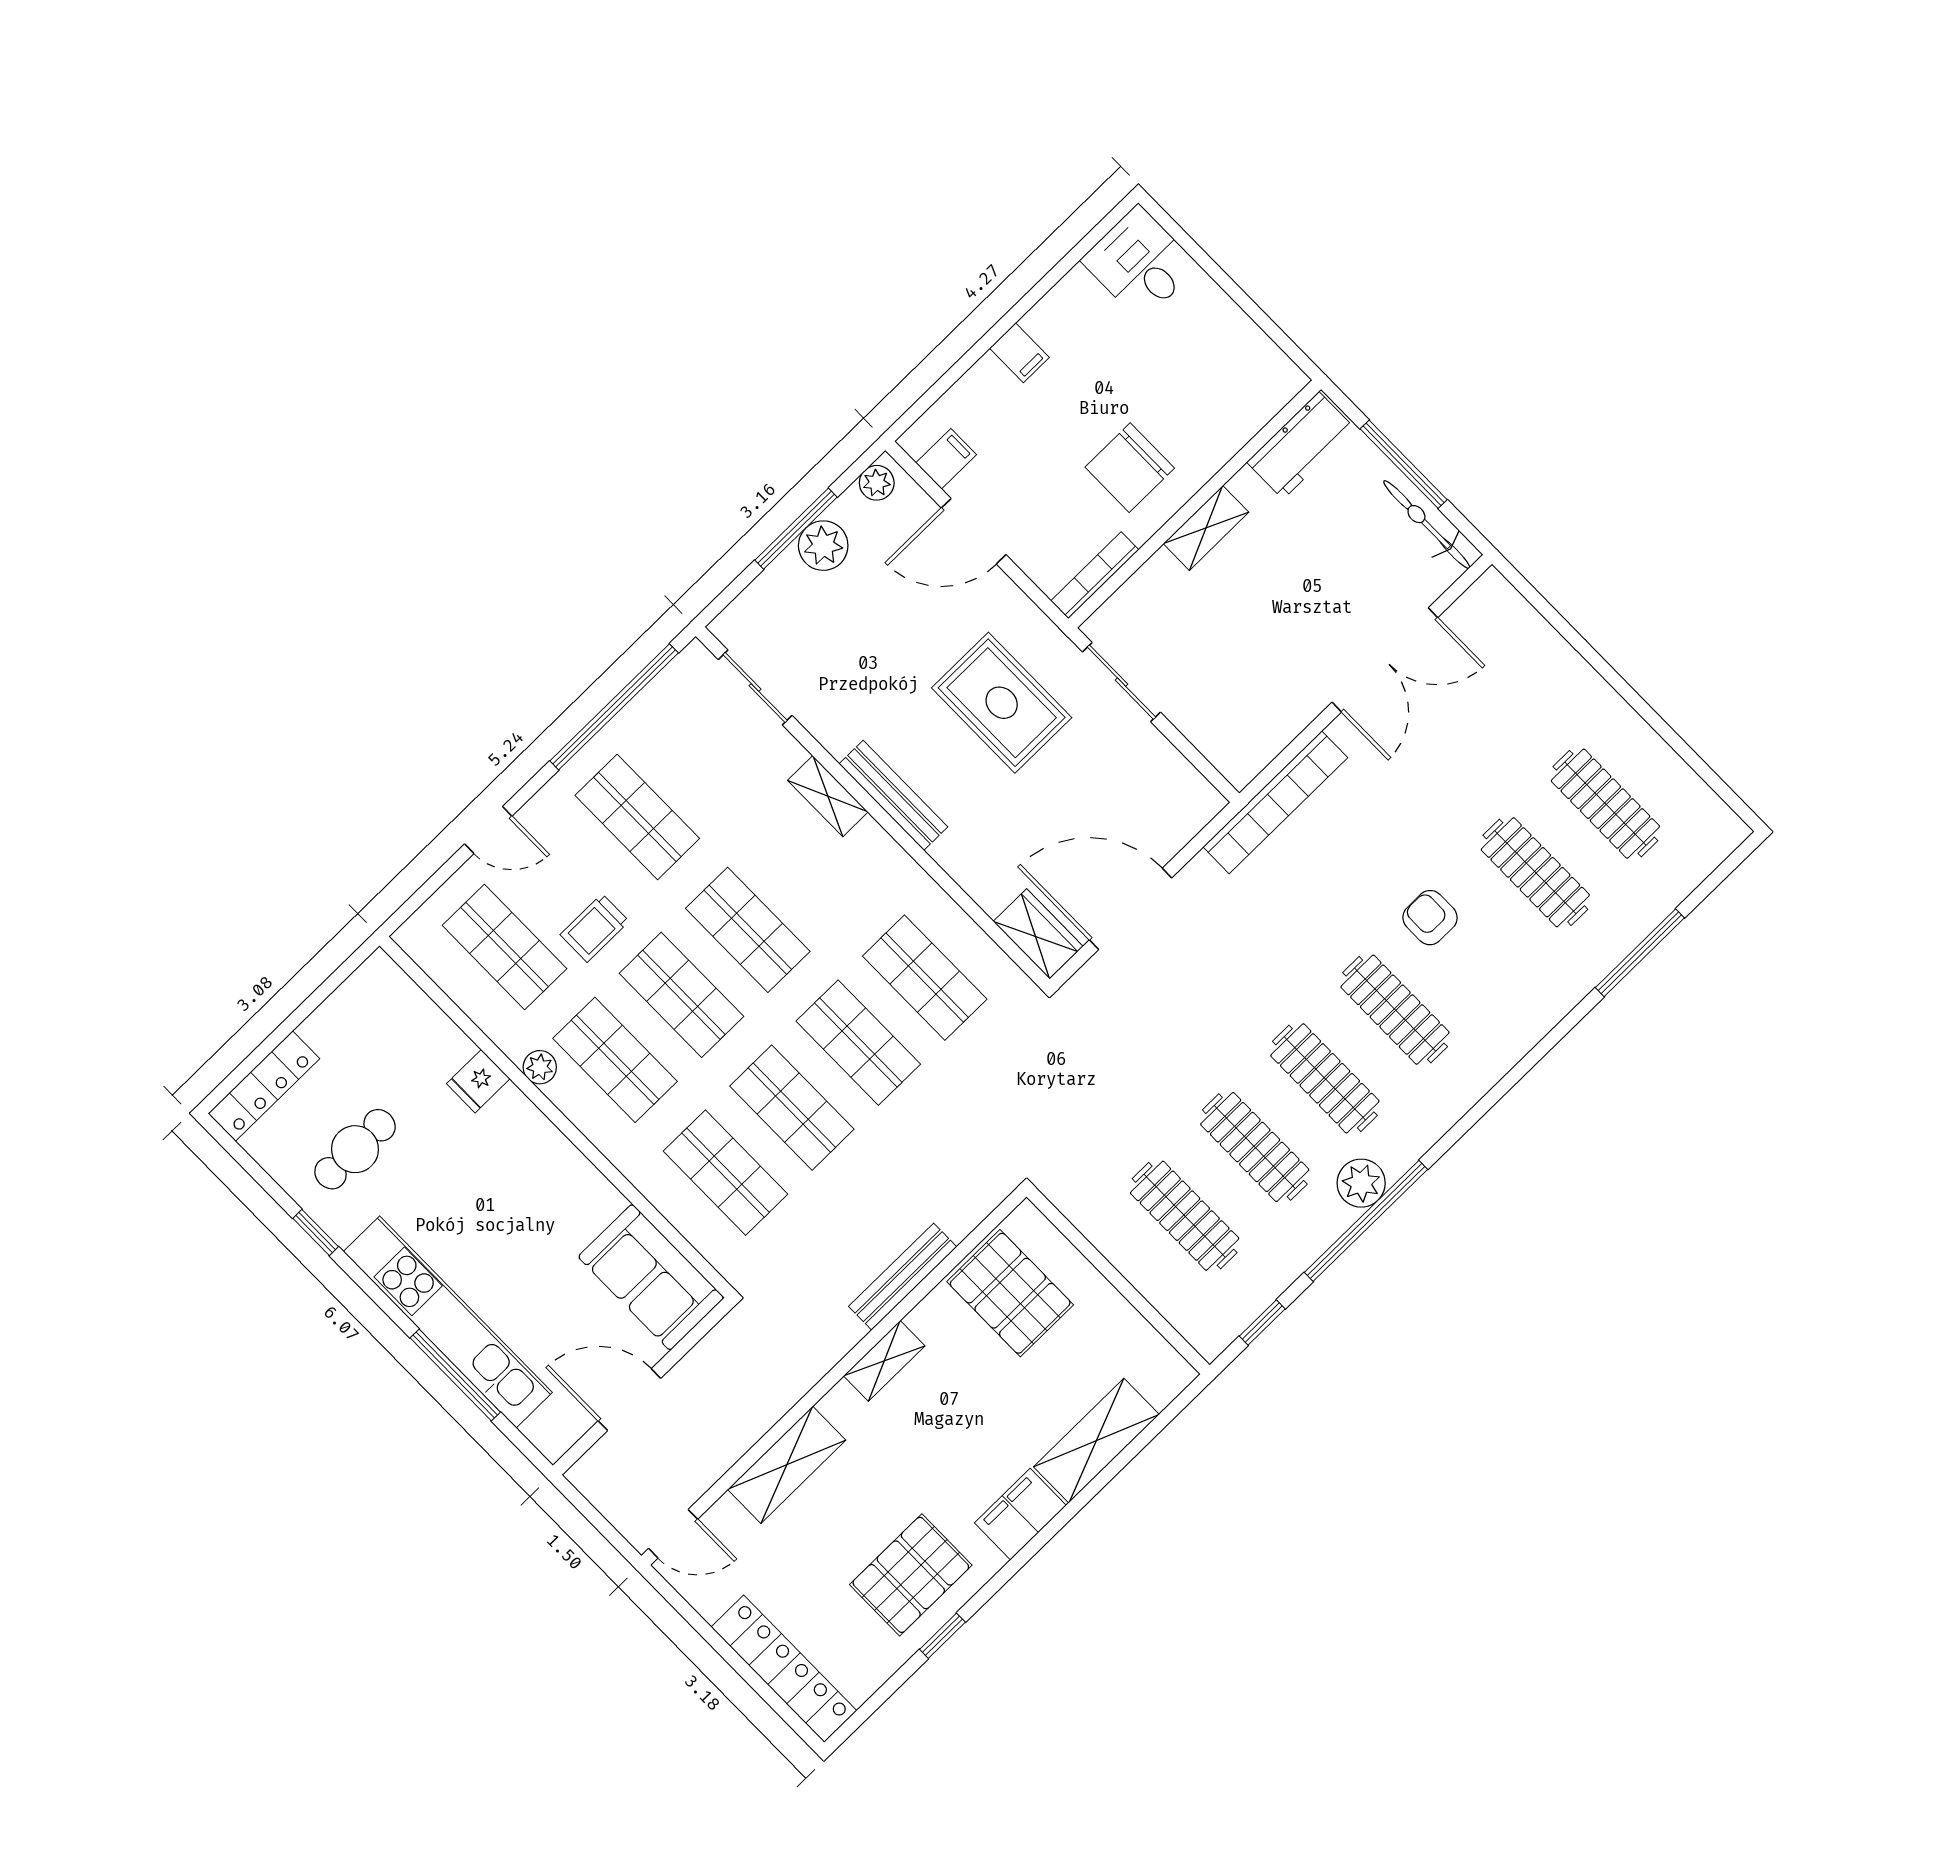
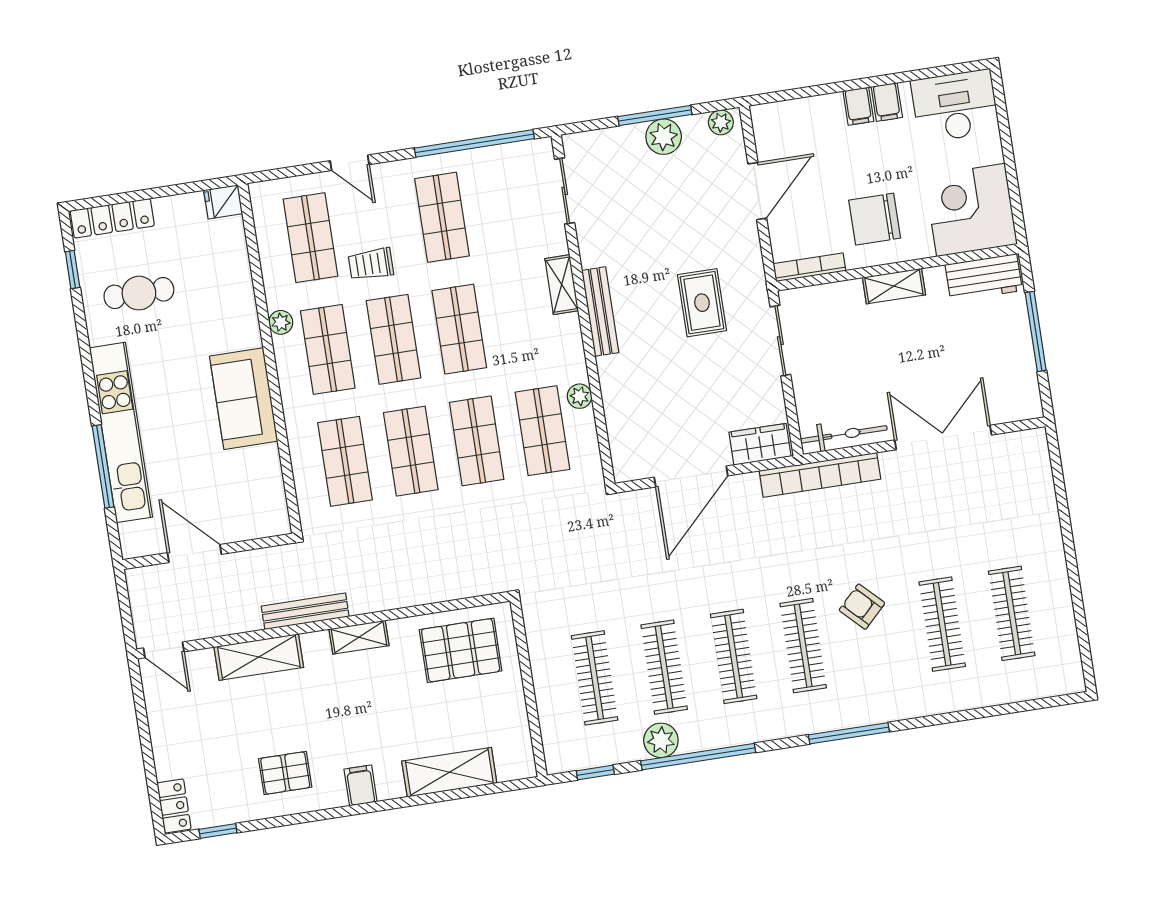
desk: (1140, 263) -> (955, 106), width x1.37
corner desk: (1231, 379) -> (971, 210), added
filing cabinet: (946, 459) -> (887, 102), moved, turned 90
bicycle: (1427, 525) -> (844, 434), moved, turned 90
door: (974, 531) -> (757, 191), swing flipped
double door: (1385, 660) -> (943, 438), swing flipped
rug: (1002, 703) -> (702, 303), width x0.73, depth x0.70
plant: (939, 908) -> (580, 396), added
door: (1131, 909) -> (691, 477), swing flipped
armchair: (1430, 918) -> (862, 607), turned -45
wardrobe: (1038, 934) -> (760, 444), moved, turned -90
window: (1640, 953) -> (849, 733), moved
fridge: (478, 1081) -> (223, 202), moved
plant: (1361, 1183) -> (661, 740), moved
window: (316, 1232) -> (73, 270), moved
sofa: (651, 1277) -> (244, 399), moved
bench: (903, 1277) -> (305, 611), moved
pallet: (1010, 1293) -> (461, 650), turned 90
filing cabinet: (1020, 1514) -> (361, 785), width x0.50
pallet: (911, 1575) -> (285, 773), width x0.67, depth x0.71
window: (942, 1636) -> (218, 831), moved
locker: (784, 1669) -> (174, 806), width x0.46, depth x0.83

